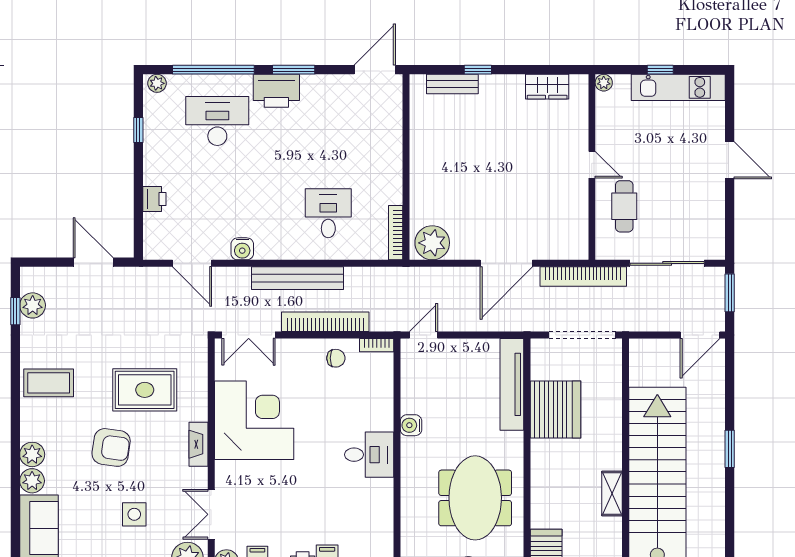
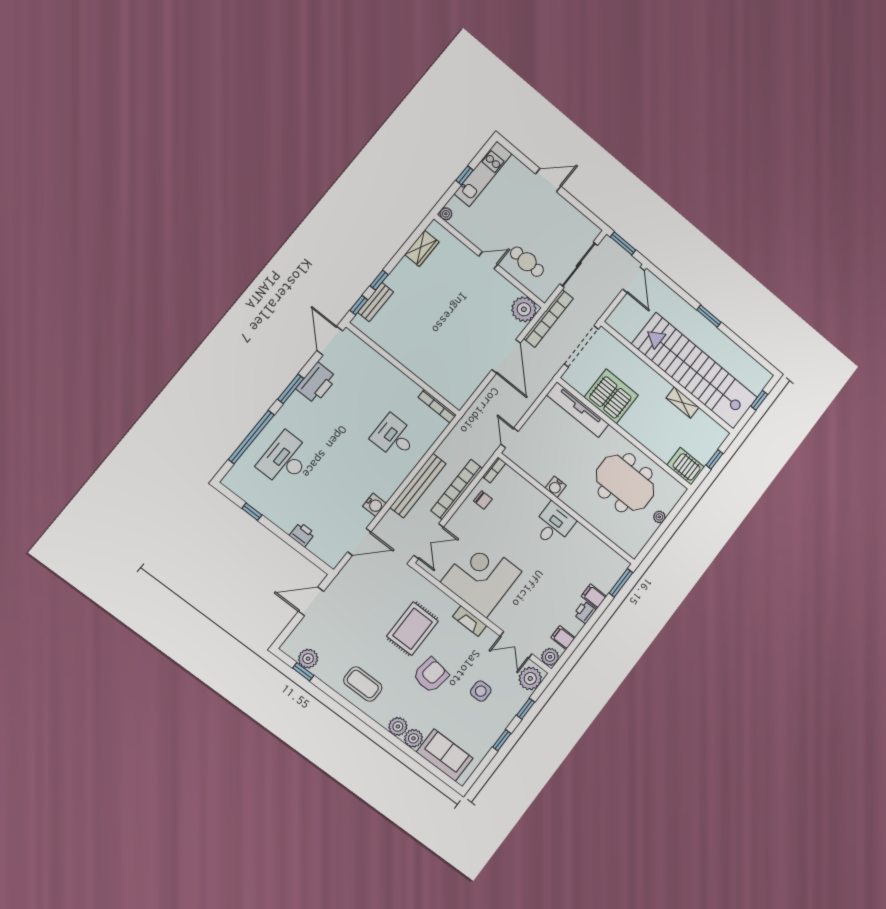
window: (435, 70) -> (359, 305), added
plant: (157, 83) -> (232, 478), removed
printer: (276, 91) -> (316, 383), moved
plant: (432, 243) -> (524, 309), moved
chair: (336, 358) -> (483, 500), turned 90
coffee table: (49, 383) -> (363, 684), turned 90

